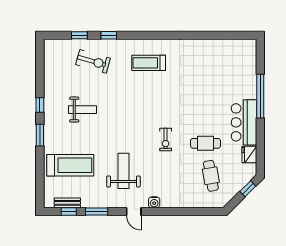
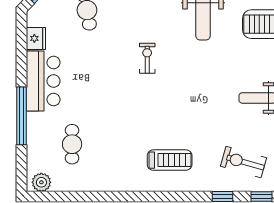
plant: (245, 46) -> (41, 182), added
cafe table: (205, 143) -> (72, 144), moved, turned 90

